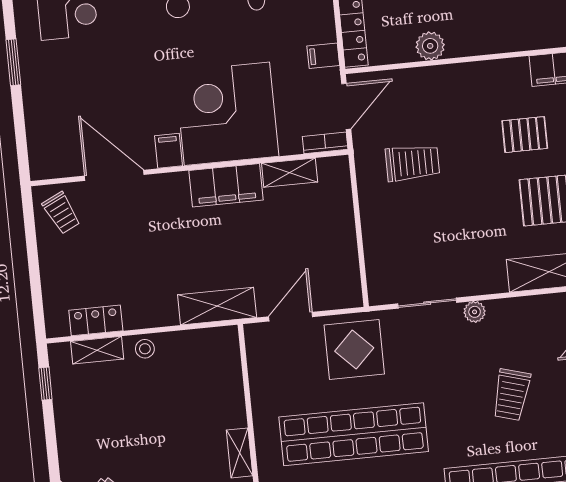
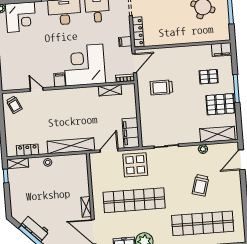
plant: (430, 46) -> (170, 39), removed
trolley: (412, 163) -> (161, 87), turned 180
door: (114, 175) -> (37, 90), width x0.53
filing cabinet: (226, 185) -> (131, 133), moved, turned 90
shelving: (217, 306) -> (71, 146), width x1.47
plant: (475, 312) -> (203, 149), moved
shelving: (97, 350) -> (18, 163), moved

